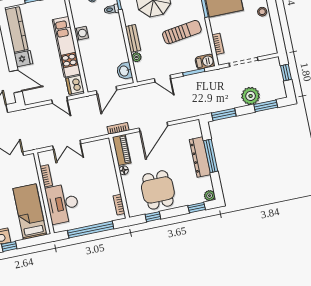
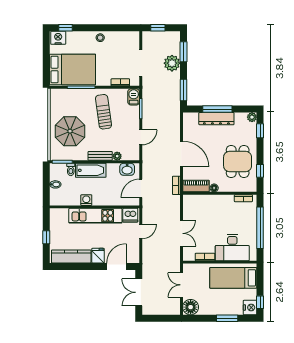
bathtub: (115, 31) -> (91, 170), added
door: (107, 90) -> (141, 188), swing flipped
dining table: (158, 190) -> (238, 162), turned 90

